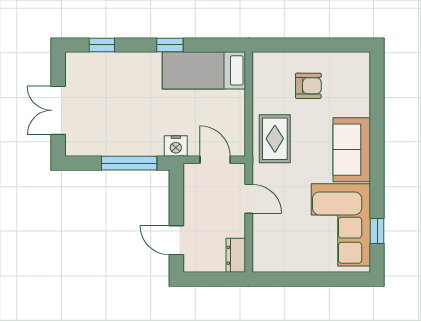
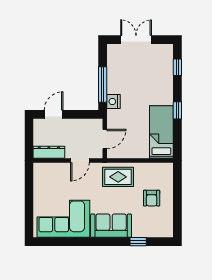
nightstand: (176, 146) -> (113, 102), moved
window: (377, 231) -> (138, 242), moved
dresser: (236, 255) -> (49, 152), width x1.44

